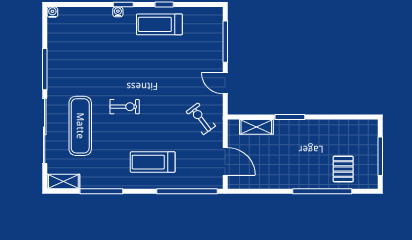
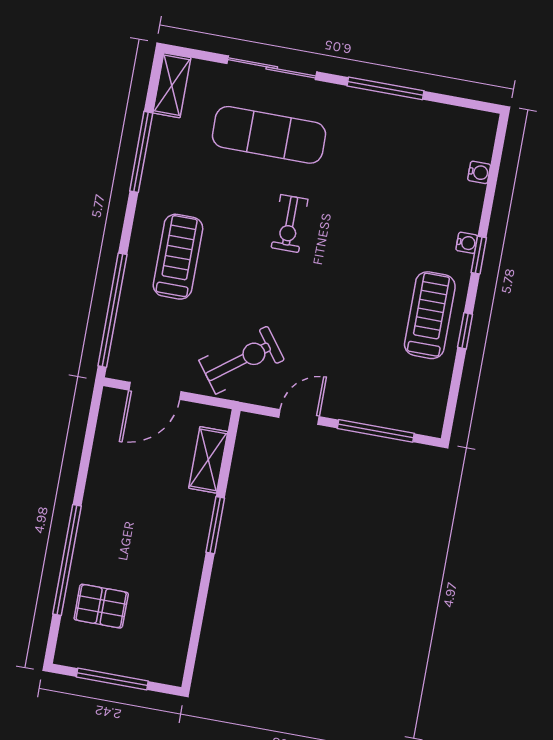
water cooler: (52, 12) -> (479, 172), moved
exercise bike: (201, 119) -> (242, 360), width x1.38, depth x1.39
sliding door: (45, 131) -> (272, 68), width x0.73

